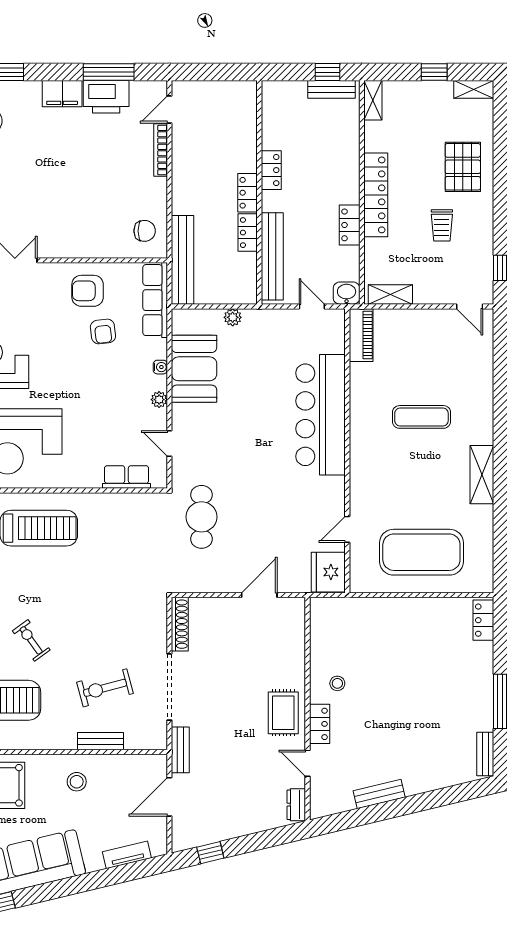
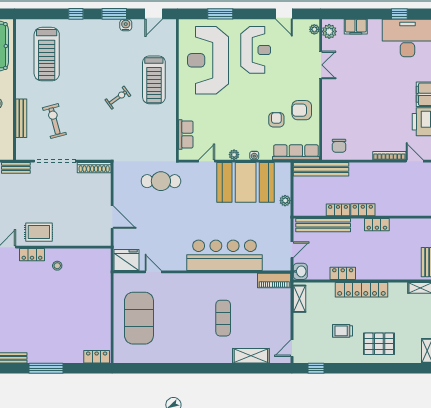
armchair: (88, 291) -> (302, 110), turned -90
armchair: (103, 331) -> (276, 120), turned 97
booth: (194, 369) -> (246, 182), width x1.36, depth x1.42
shelving: (482, 475) -> (251, 356), moved
exercise bike: (31, 640) -> (118, 98), moved
bench: (100, 741) -> (21, 118), width x1.36

